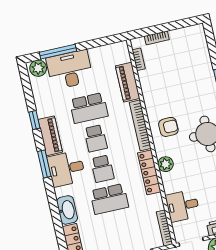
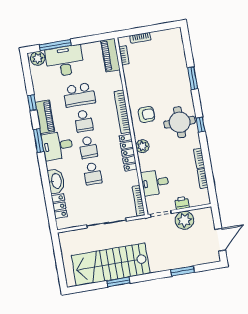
piano: (128, 82) -> (110, 55), moved
school desk: (109, 199) -> (93, 174), width x0.54

